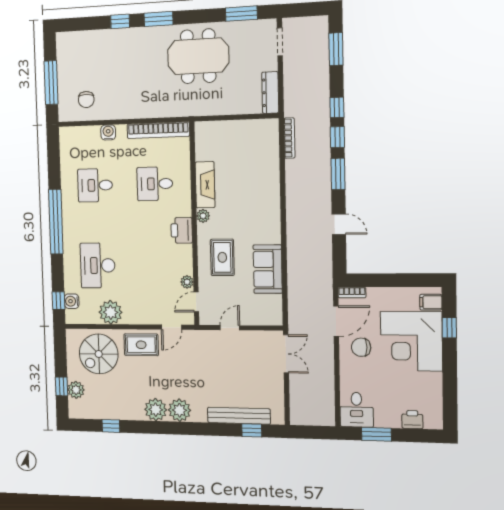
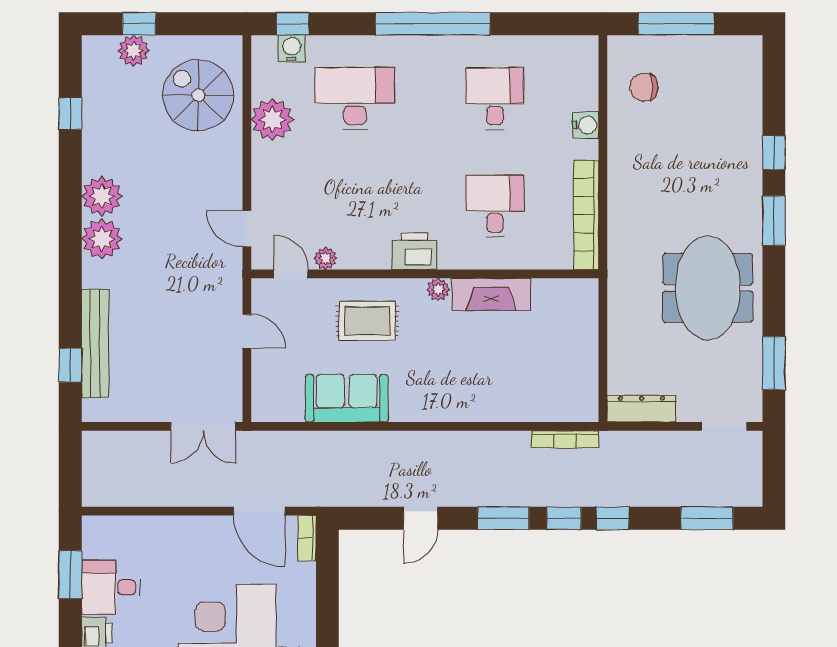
rug: (141, 345) -> (216, 173), removed
chair: (361, 347) -> (216, 552), removed
desk: (357, 410) -> (111, 587), moved

